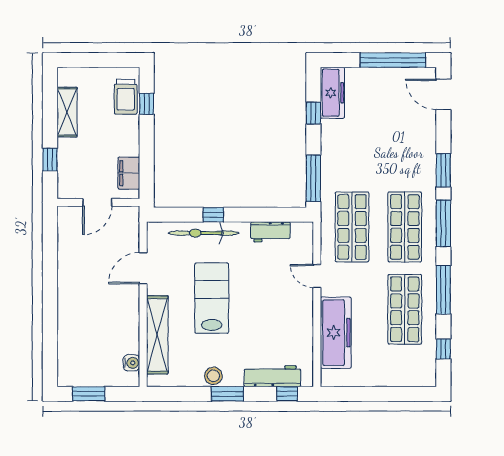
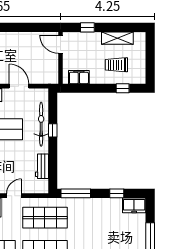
freezer: (332, 93) -> (134, 205), width x0.71
trolley: (126, 97) -> (116, 65), moved
door: (97, 202) -> (60, 44), moved

